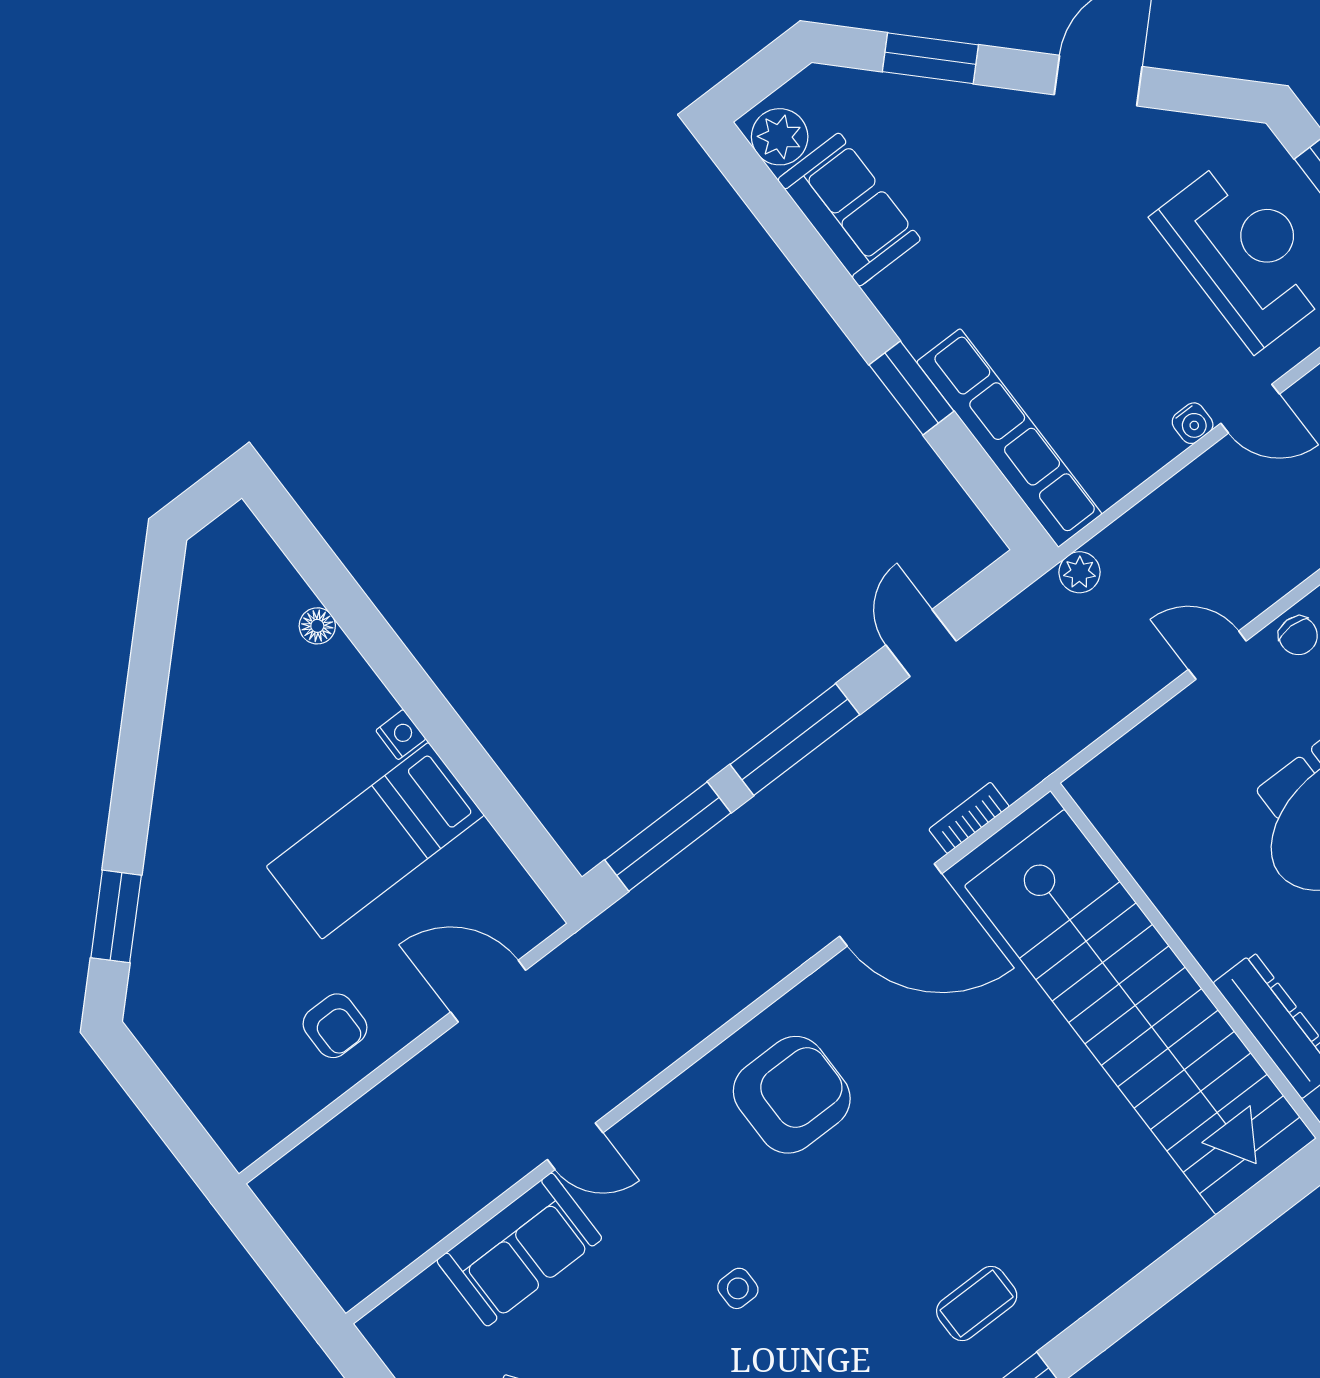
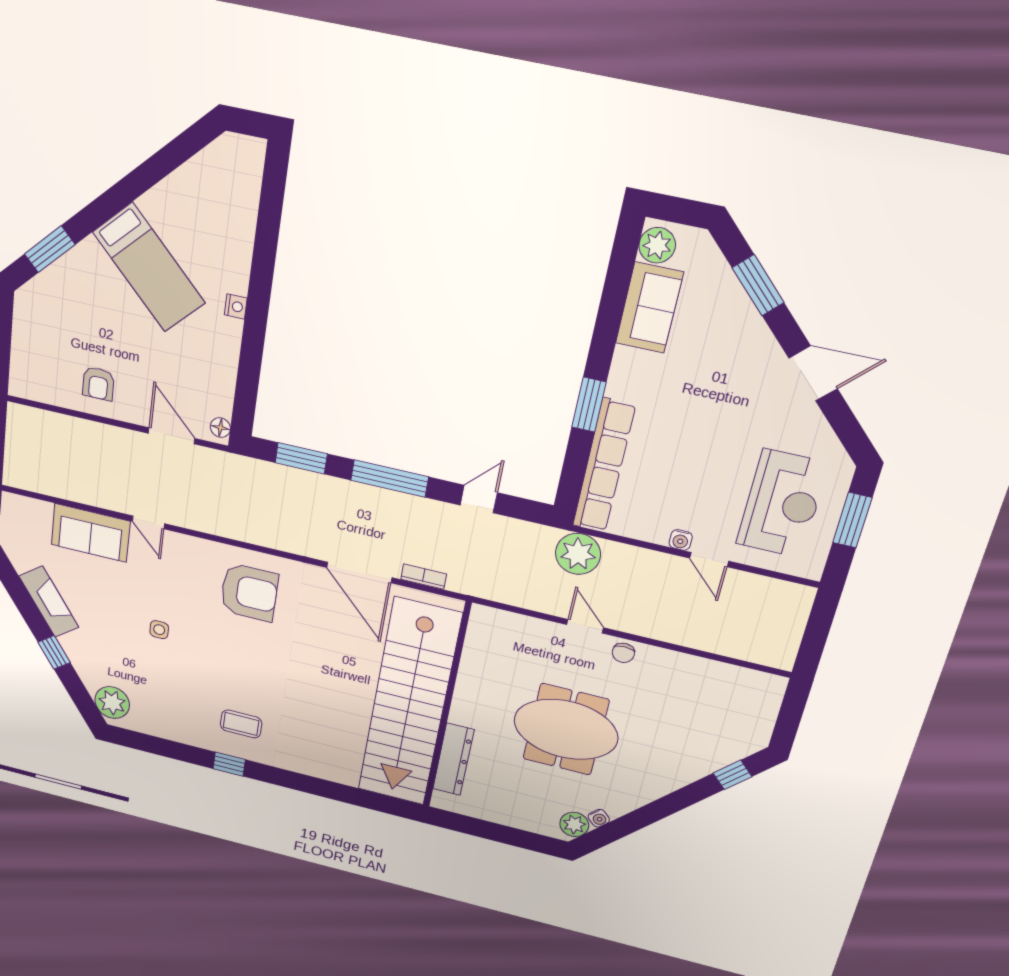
plant: (1080, 572) -> (578, 554), width x1.87, depth x1.87
floor lamp: (317, 626) -> (220, 428), moved
window: (668, 836) -> (301, 458), width x0.69
bed: (375, 841) -> (149, 268), moved, turned -135

